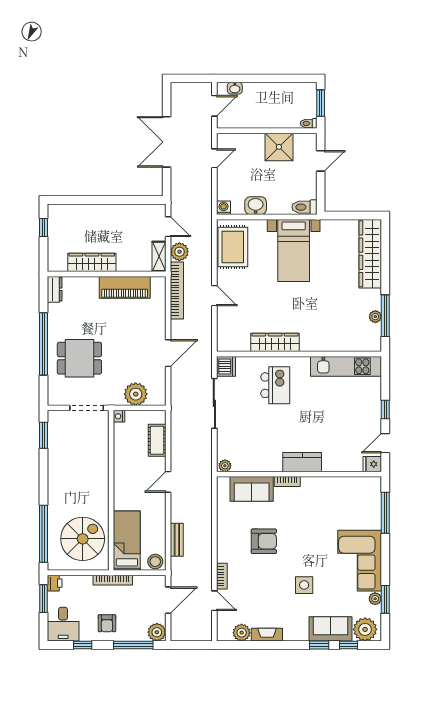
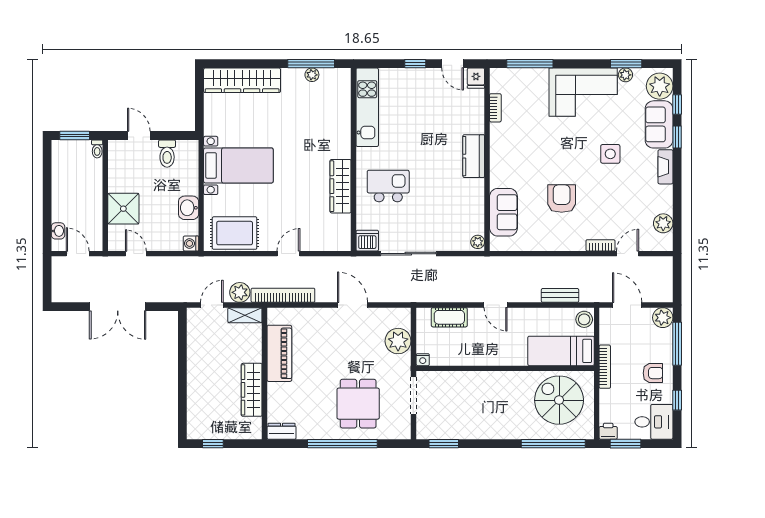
shower: (279, 147) -> (123, 209), moved
toilet: (304, 207) -> (167, 154), moved
bookcase: (287, 482) -> (495, 108), moved
fireplace: (267, 635) -> (665, 167), moved

